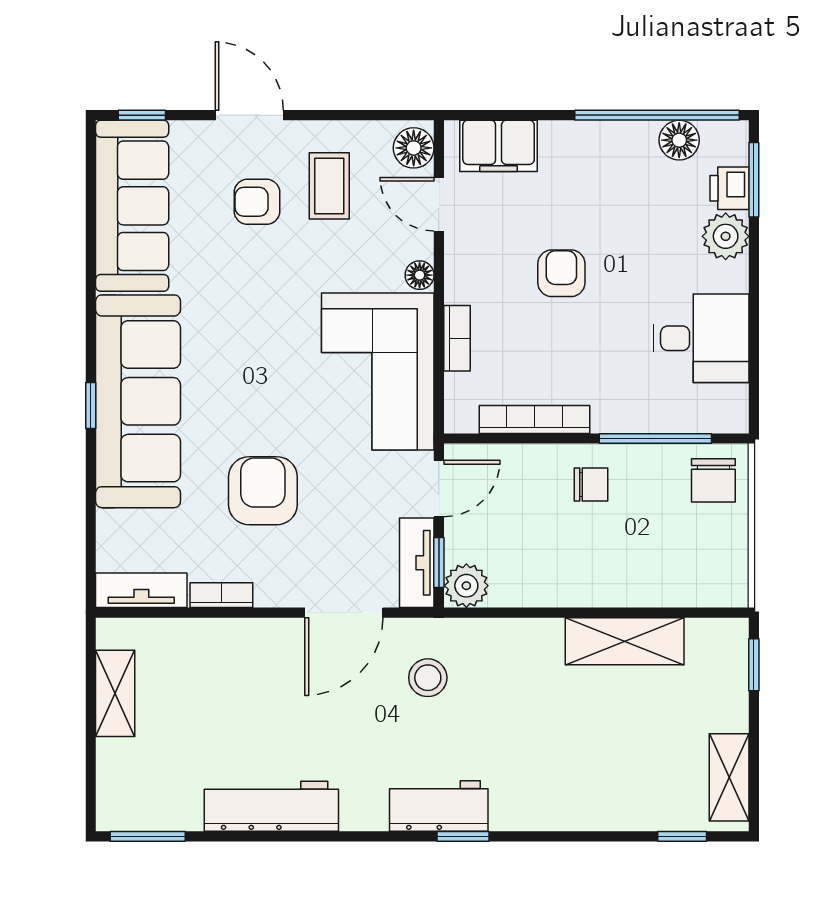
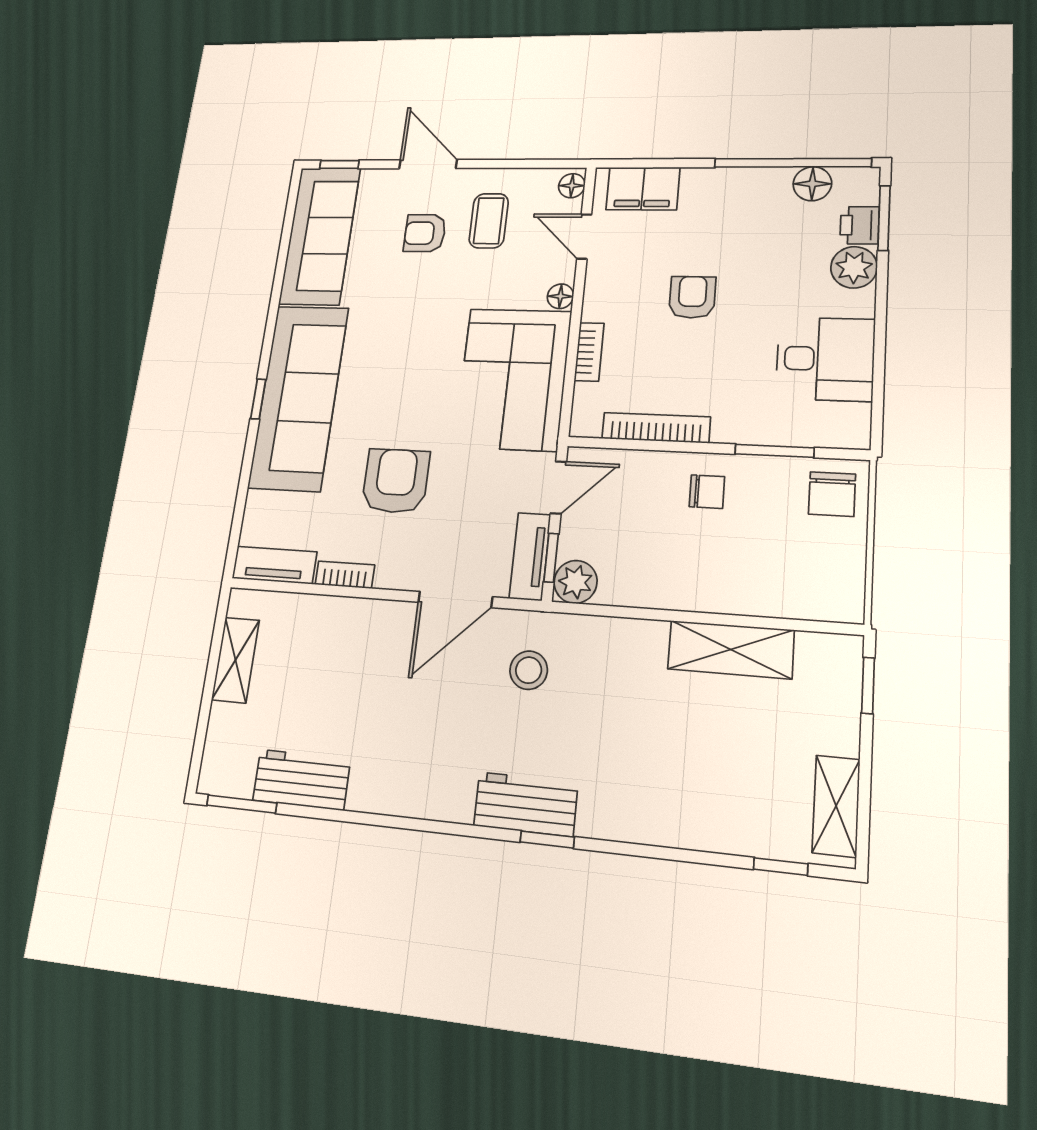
floor lamp: (414, 148) -> (572, 186), width x0.73, depth x0.73
window: (655, 438) -> (774, 451), width x0.69
workbench: (271, 806) -> (302, 780), moved, width x0.73

